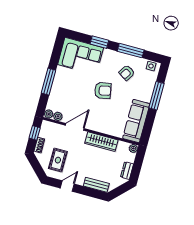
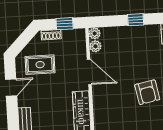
window: (49, 82) -> (136, 20), width x0.46
door: (67, 186) -> (11, 88), hinge flipped

